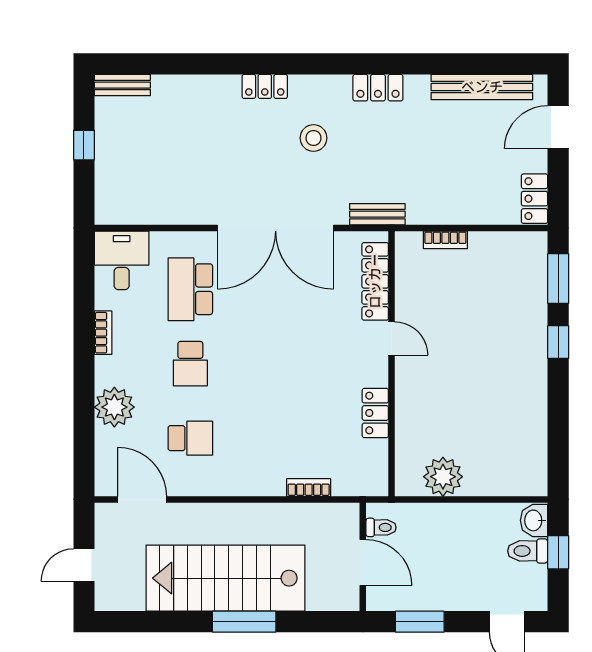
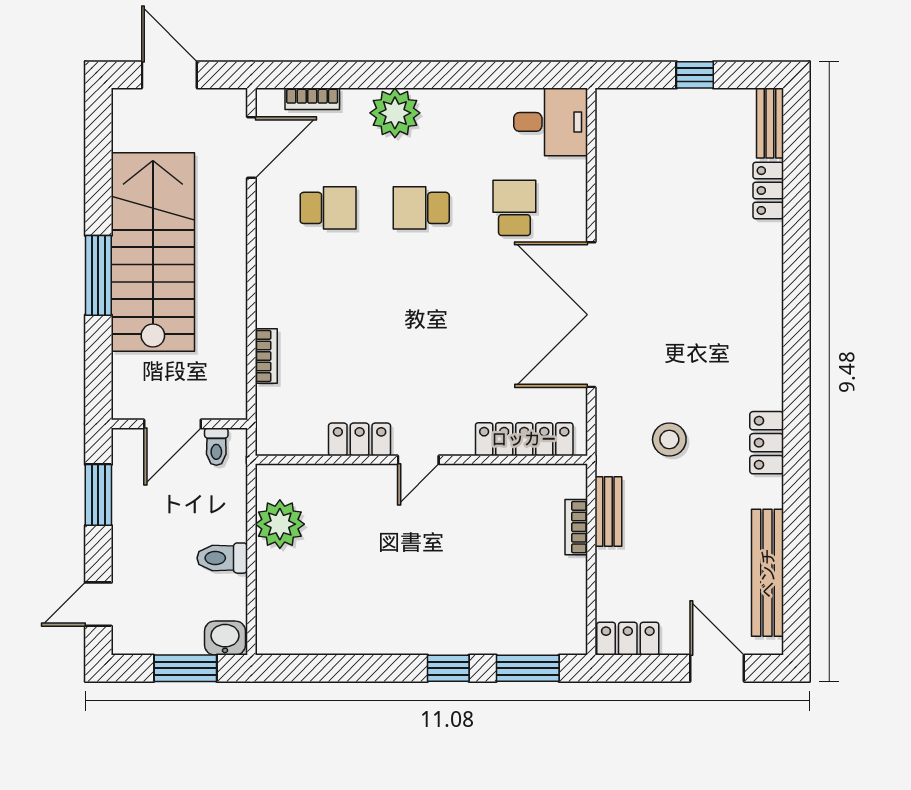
locker: (265, 86) -> (768, 191), moved
stool: (314, 138) -> (669, 439), moved
bench: (377, 214) -> (608, 511), moved
school desk: (190, 289) -> (514, 208), width x0.54
bookcase: (103, 333) -> (312, 99), moved
door: (392, 338) -> (418, 460), moved
plant: (114, 407) -> (395, 113), moved
school desk: (190, 438) -> (328, 208), turned -90
toilet: (528, 551) -> (222, 558), moved, turned -90
window: (558, 552) -> (185, 668), width x1.50
door: (84, 565) -> (169, 75), width x1.38

